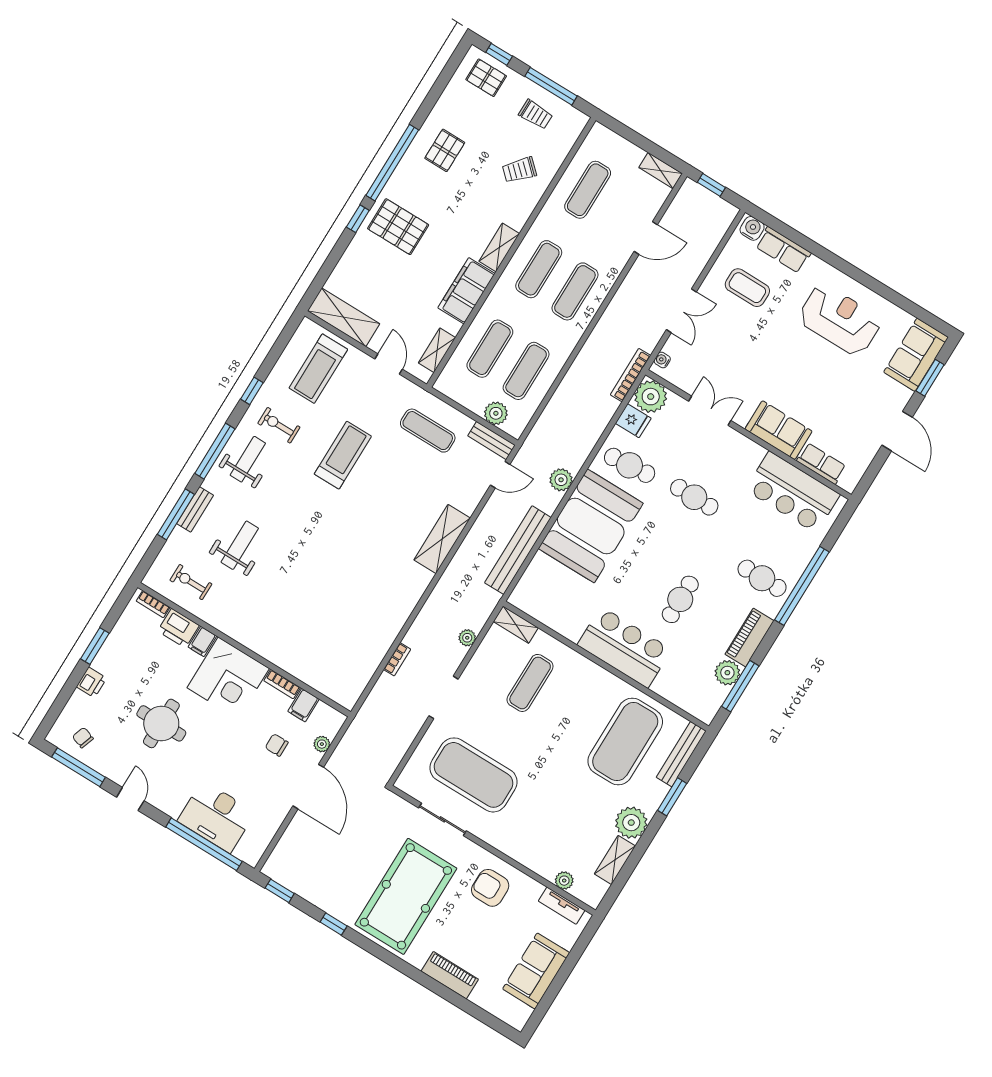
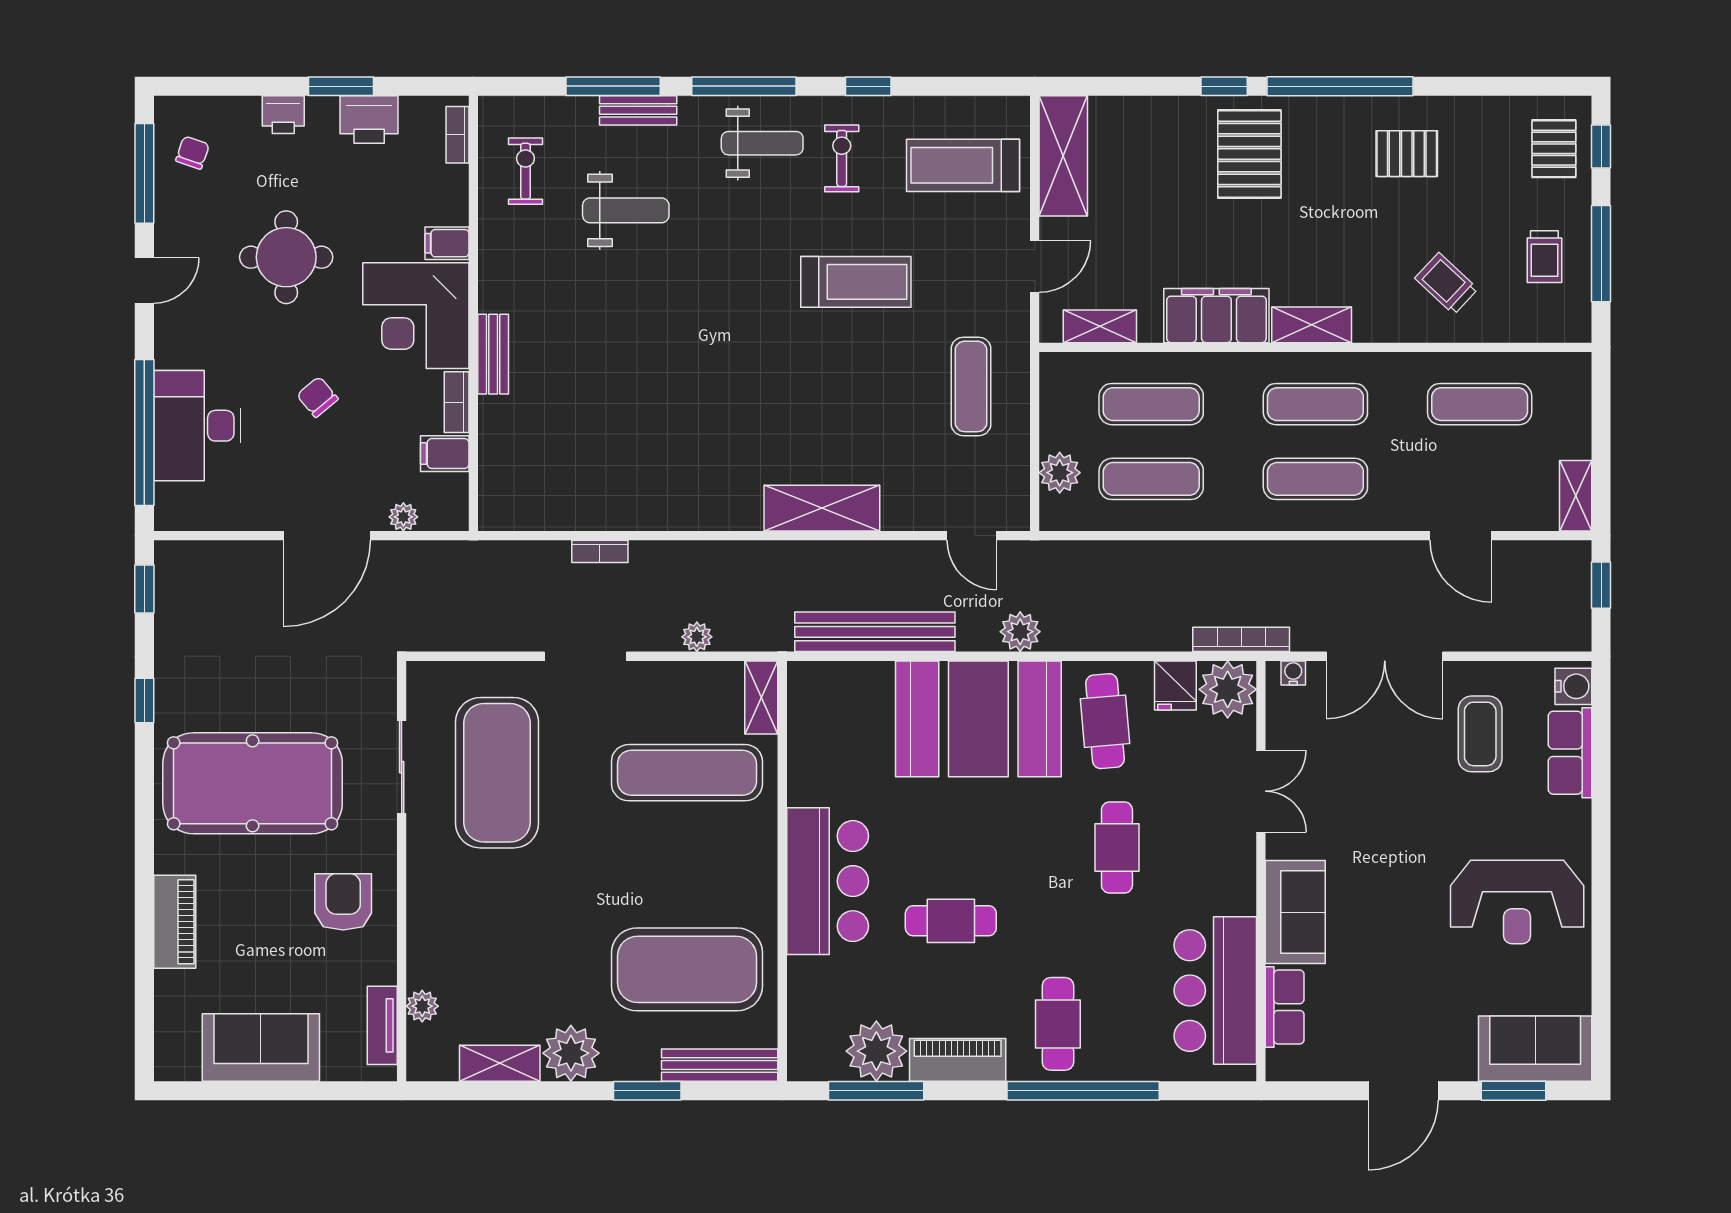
double door: (681, 311) -> (1385, 656), width x1.37
reception desk: (840, 320) -> (1517, 902), turned 90
bench: (491, 441) -> (493, 354), moved
printer: (178, 628) -> (369, 119), moved, turned -90
plant: (727, 673) -> (876, 1051), width x1.36, depth x1.36
exercise mat: (530, 683) -> (687, 773), width x1.36, depth x1.45
chair: (277, 745) -> (317, 397), moved, turned -40

